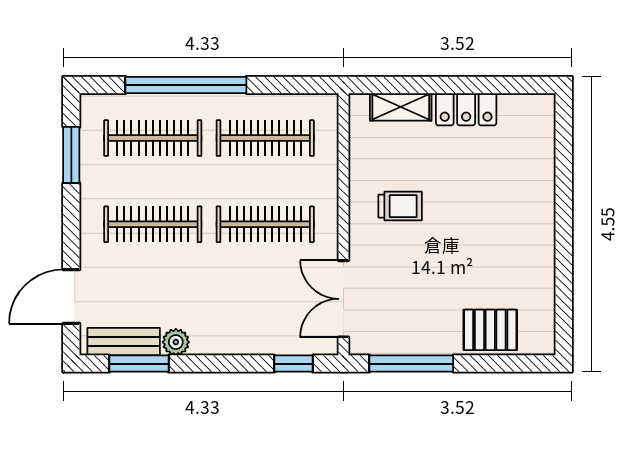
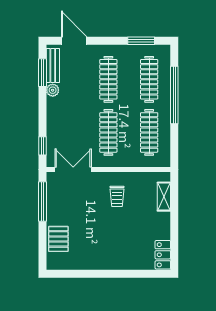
locker: (466, 109) -> (163, 255), moved

